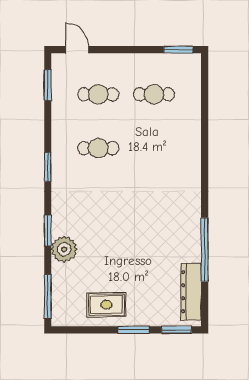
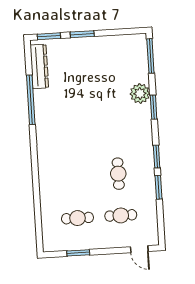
window: (178, 50) -> (78, 253), moved
window: (48, 85) -> (158, 187), moved
cafe table: (98, 148) -> (118, 174), turned 90
rug: (106, 305) -> (105, 52), removed

